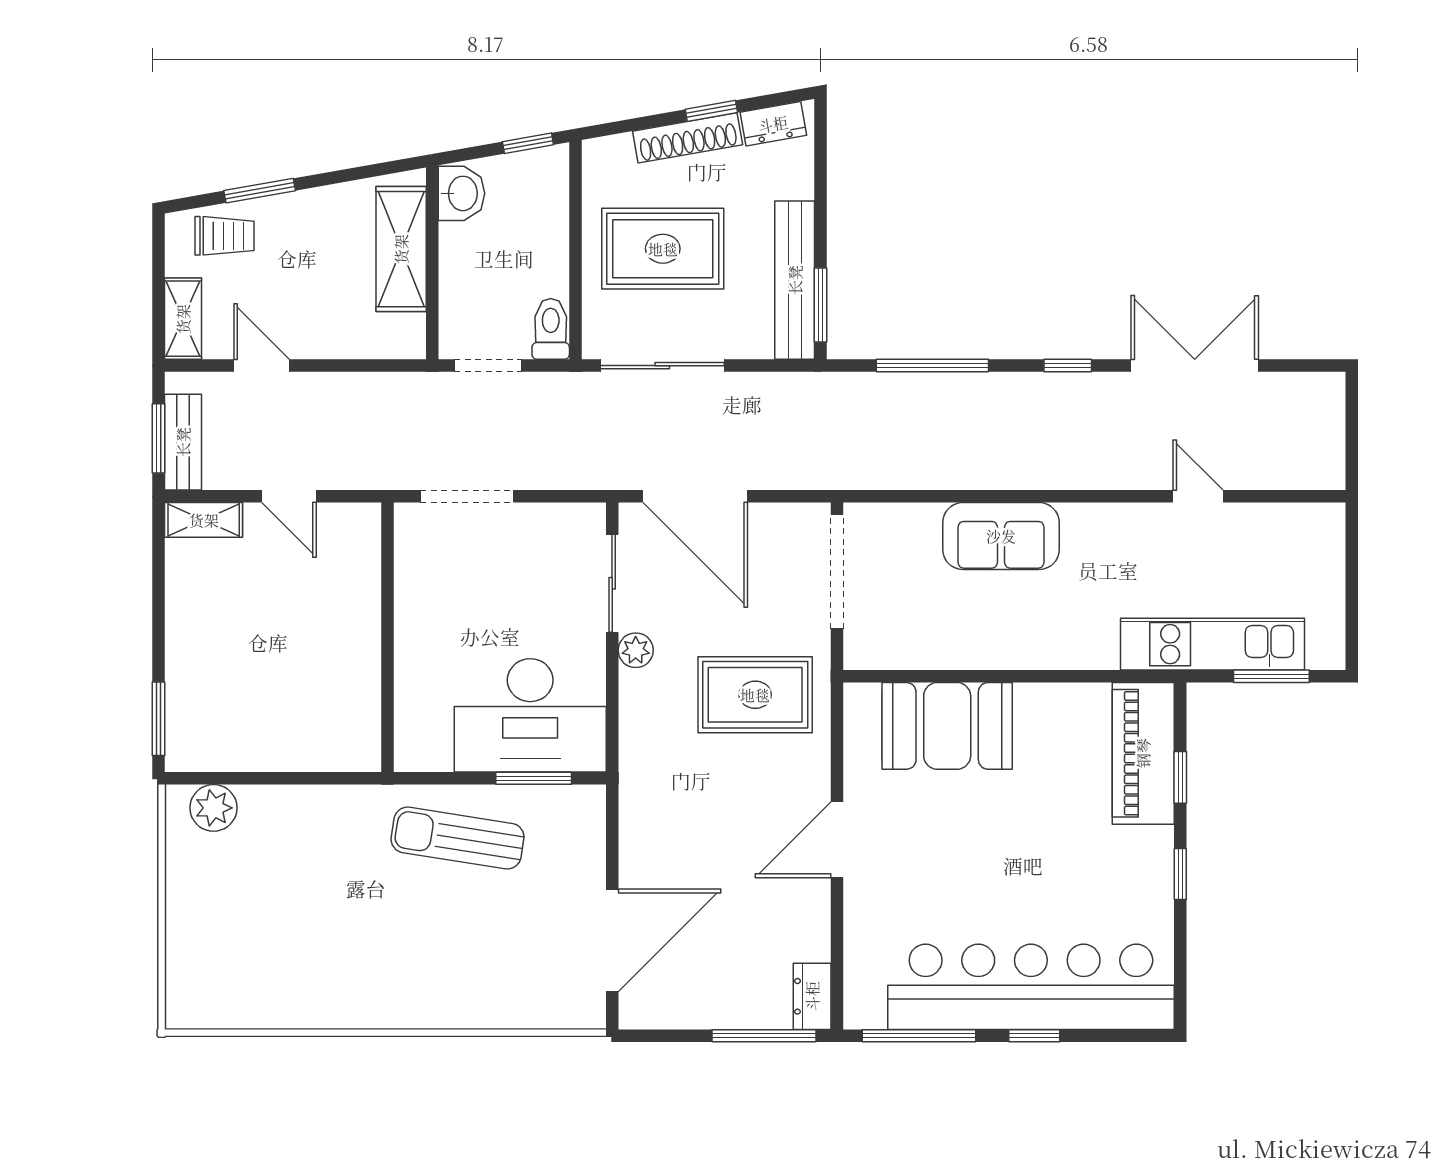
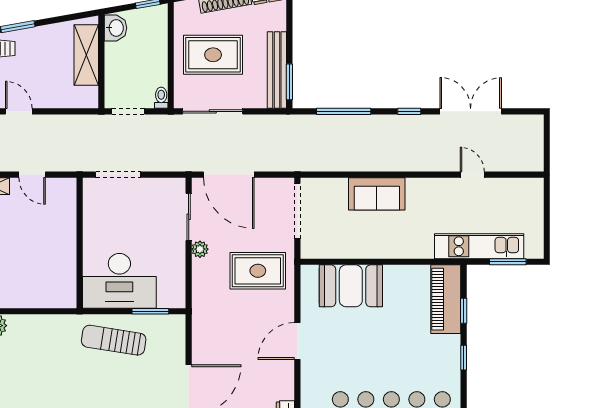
toilet: (551, 329) -> (161, 98), width x0.73, depth x0.72
desk: (530, 715) -> (119, 281), moved

